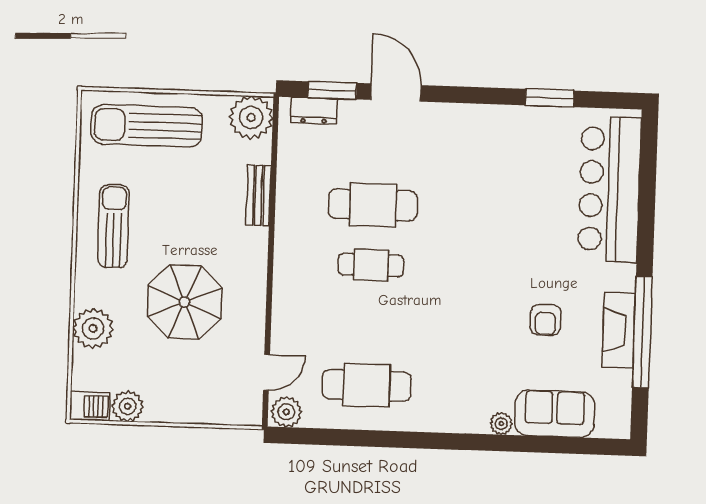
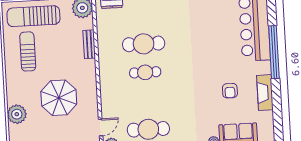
sun lounger: (114, 226) -> (28, 51), moved
window: (642, 332) -> (274, 52), moved

